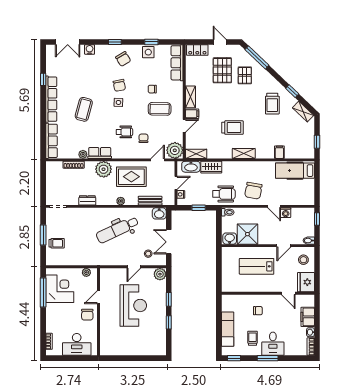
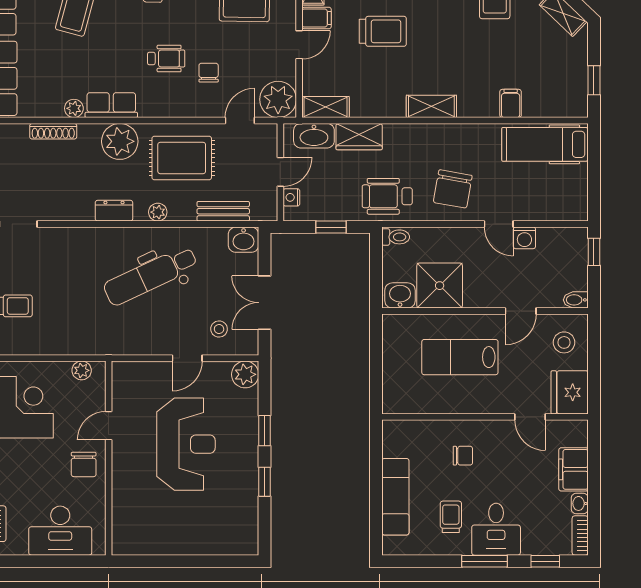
trolley: (233, 128) -> (383, 31), moved
wheelchair: (224, 194) -> (387, 196), turned 180
dresser: (87, 200) -> (114, 211), moved
window: (234, 358) -> (545, 561), moved

